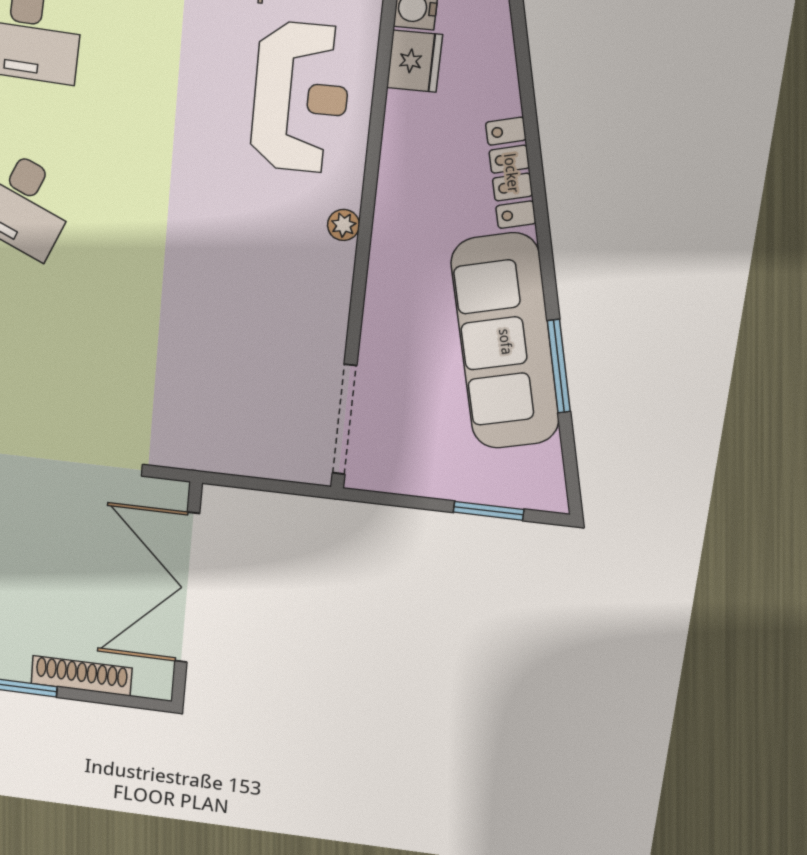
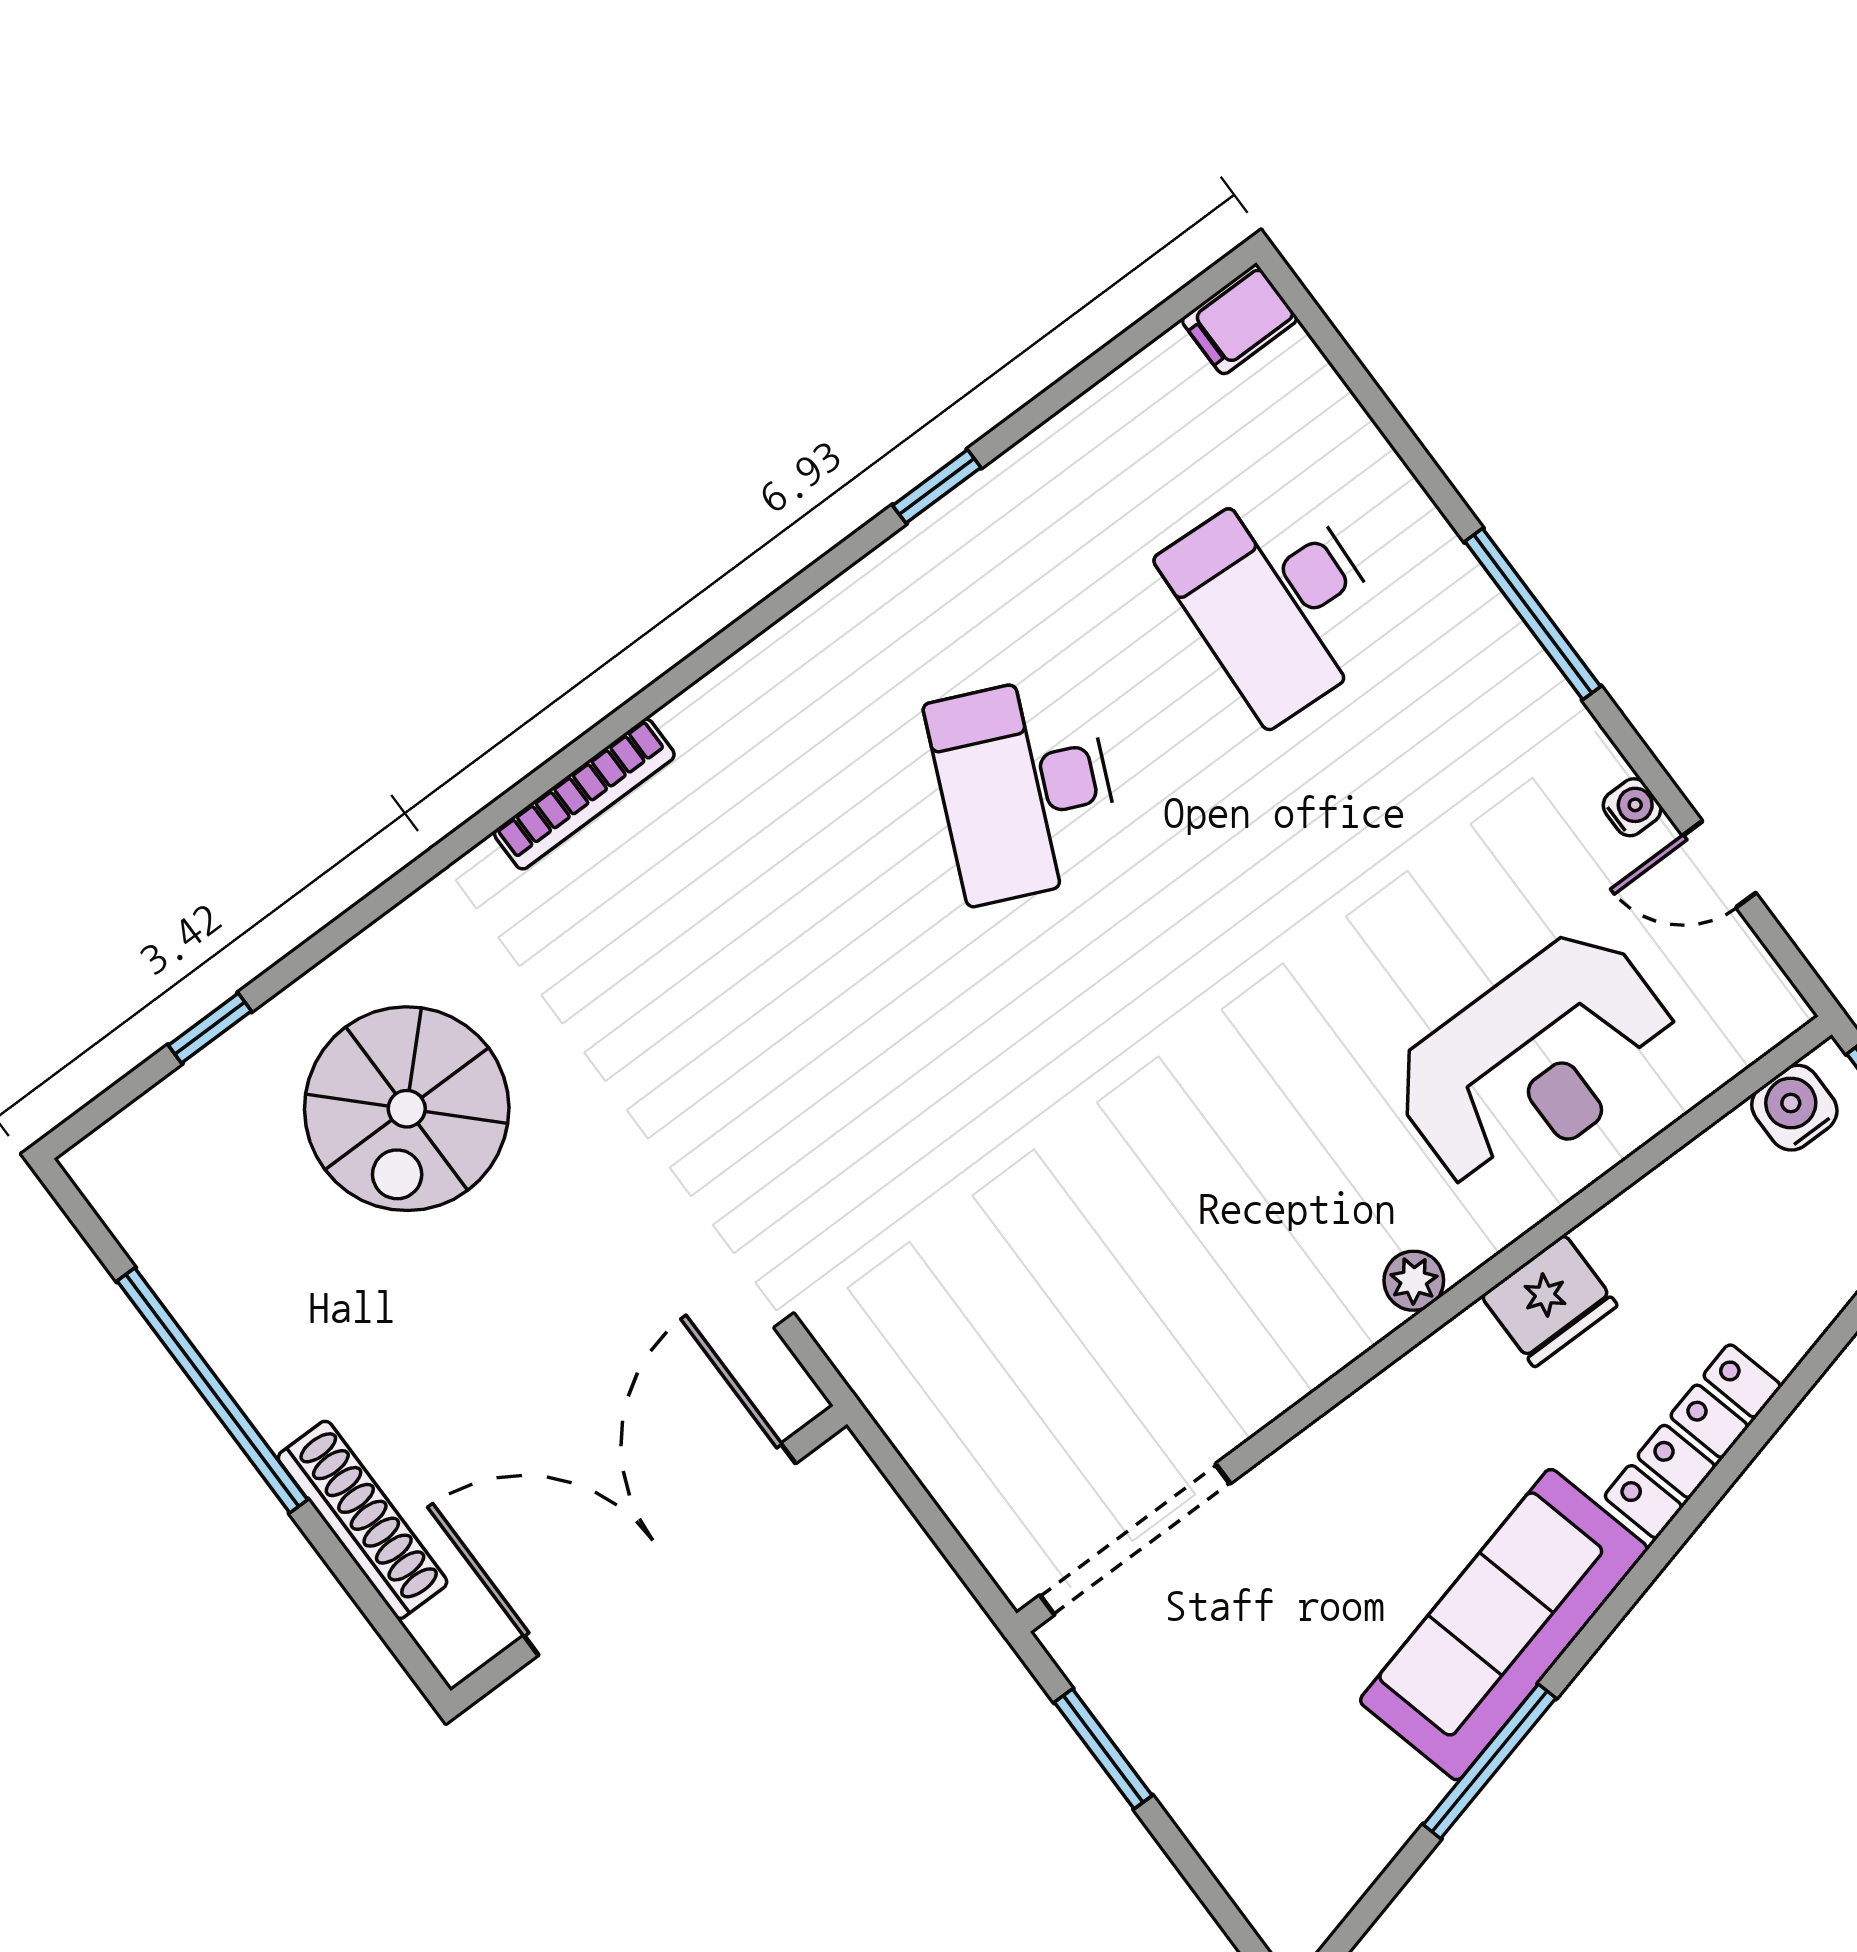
fridge: (414, 61) -> (1549, 1301), moved
sofa: (505, 342) -> (1504, 1625), width x0.74, depth x0.79
window: (489, 511) -> (1103, 1749), moved

